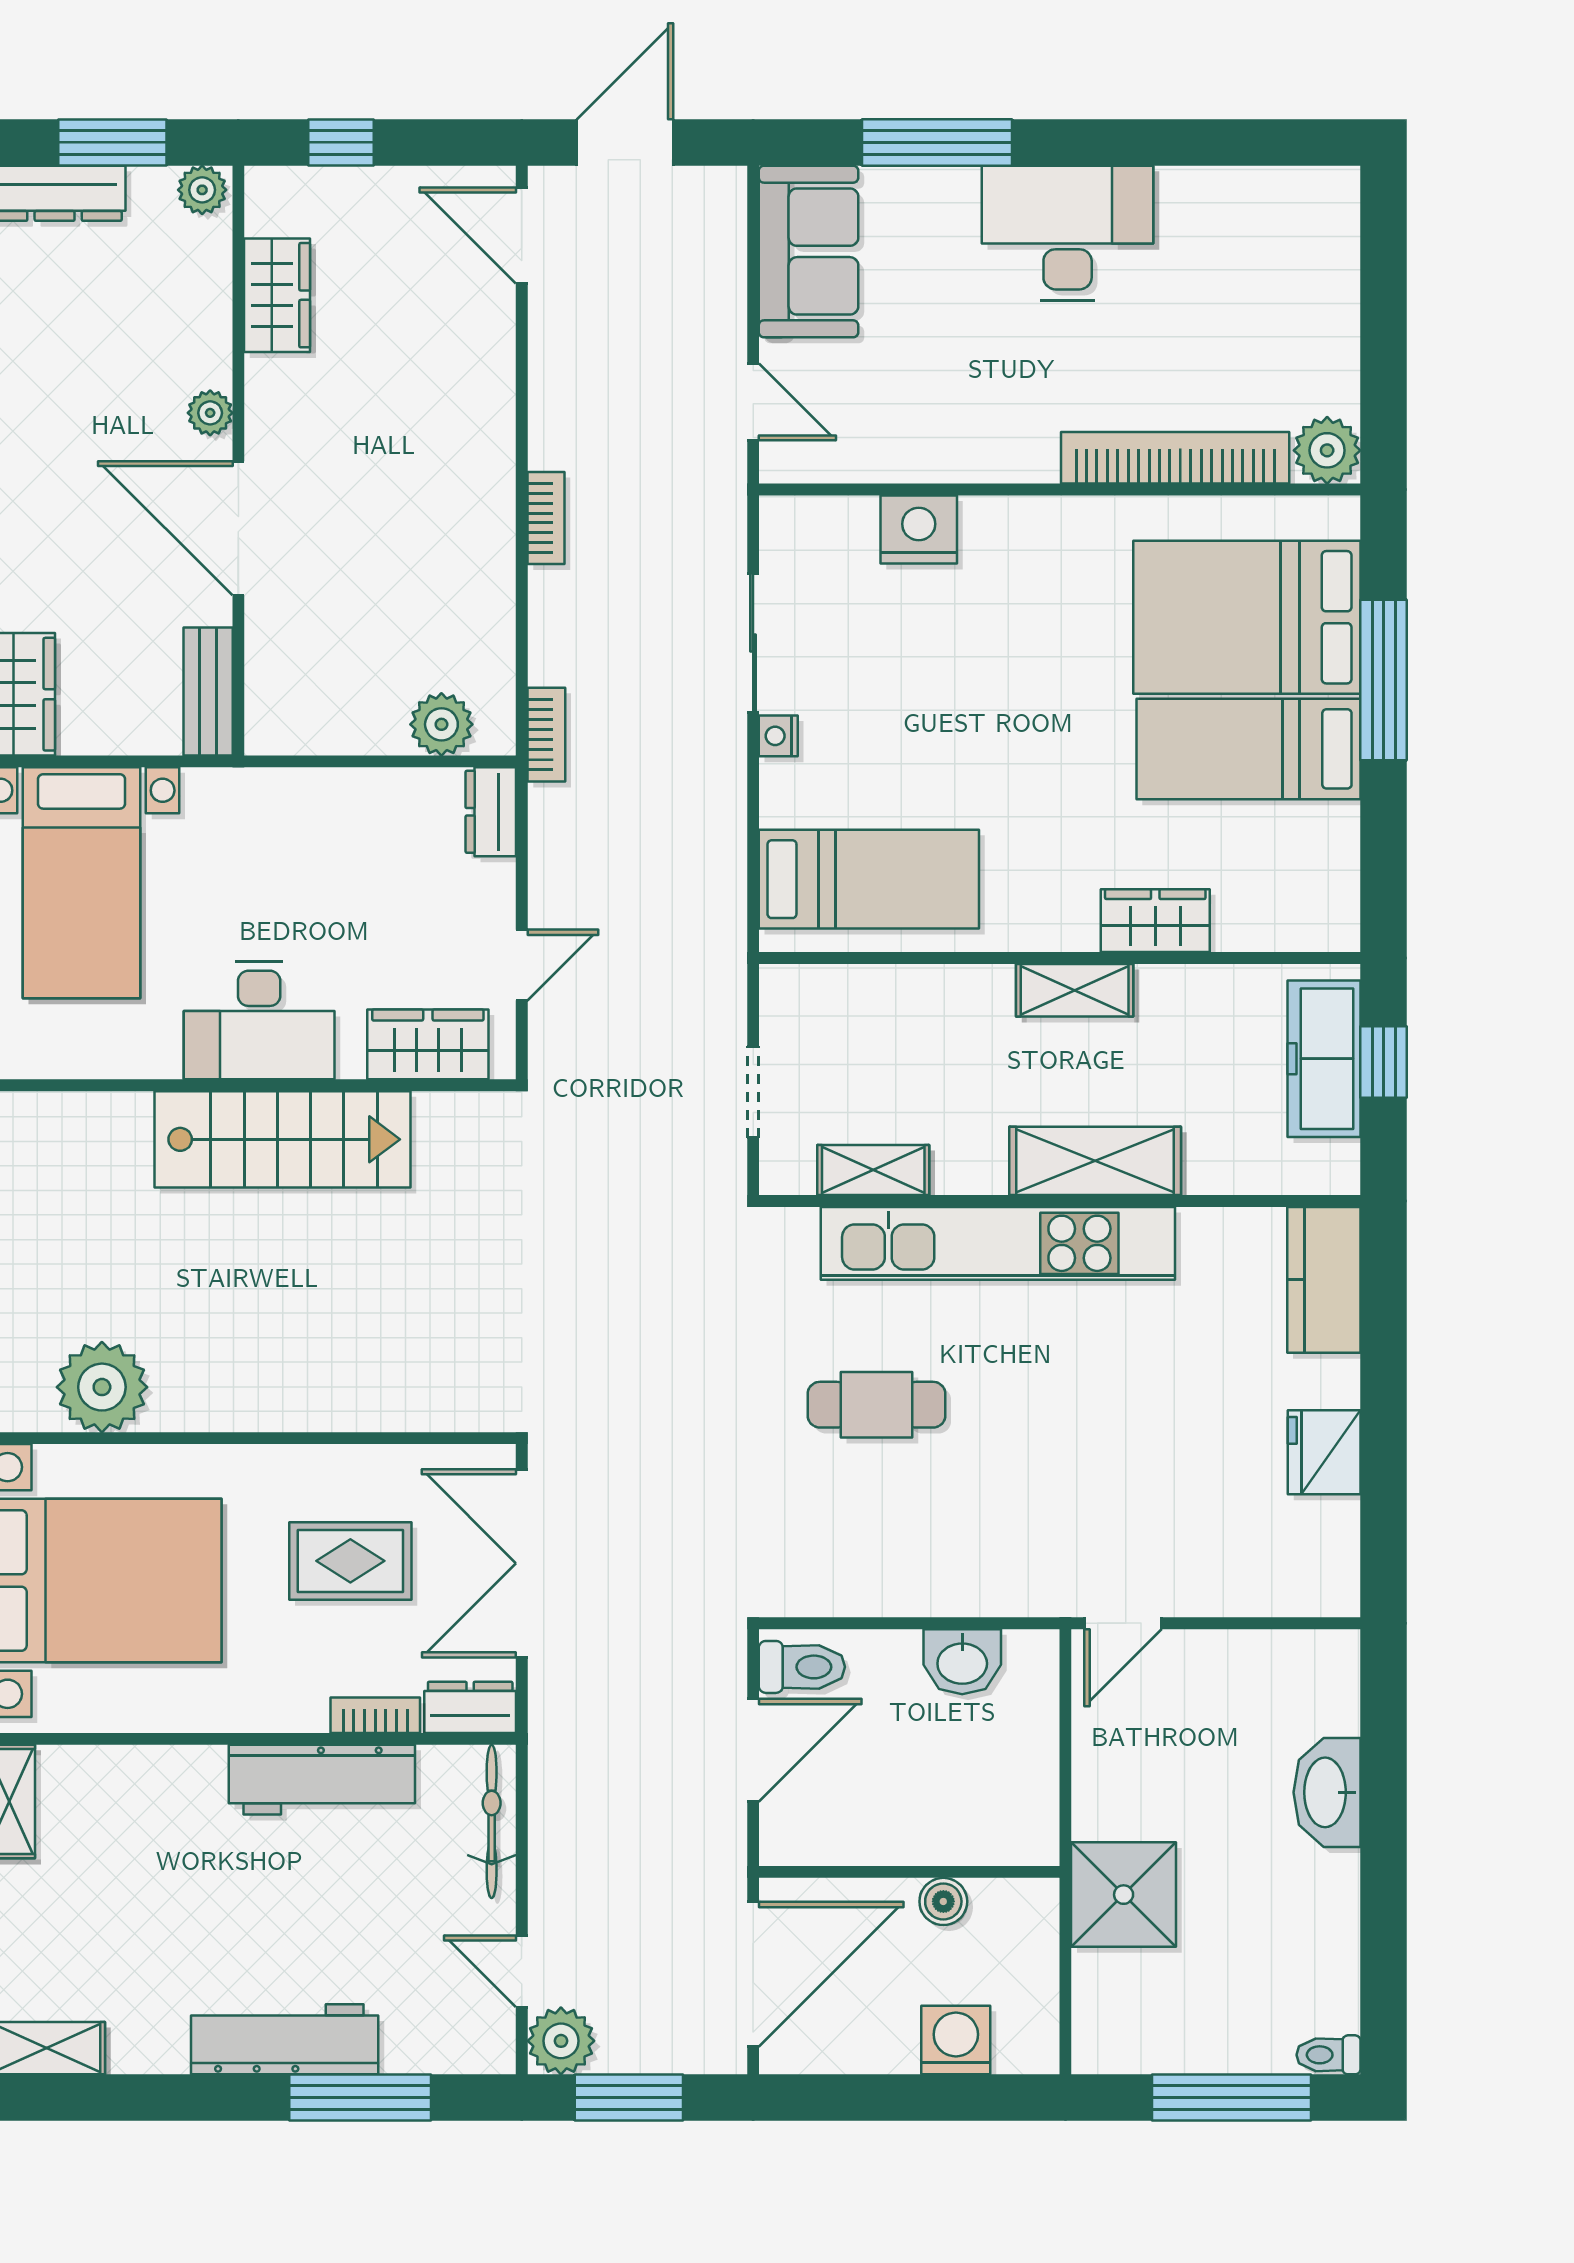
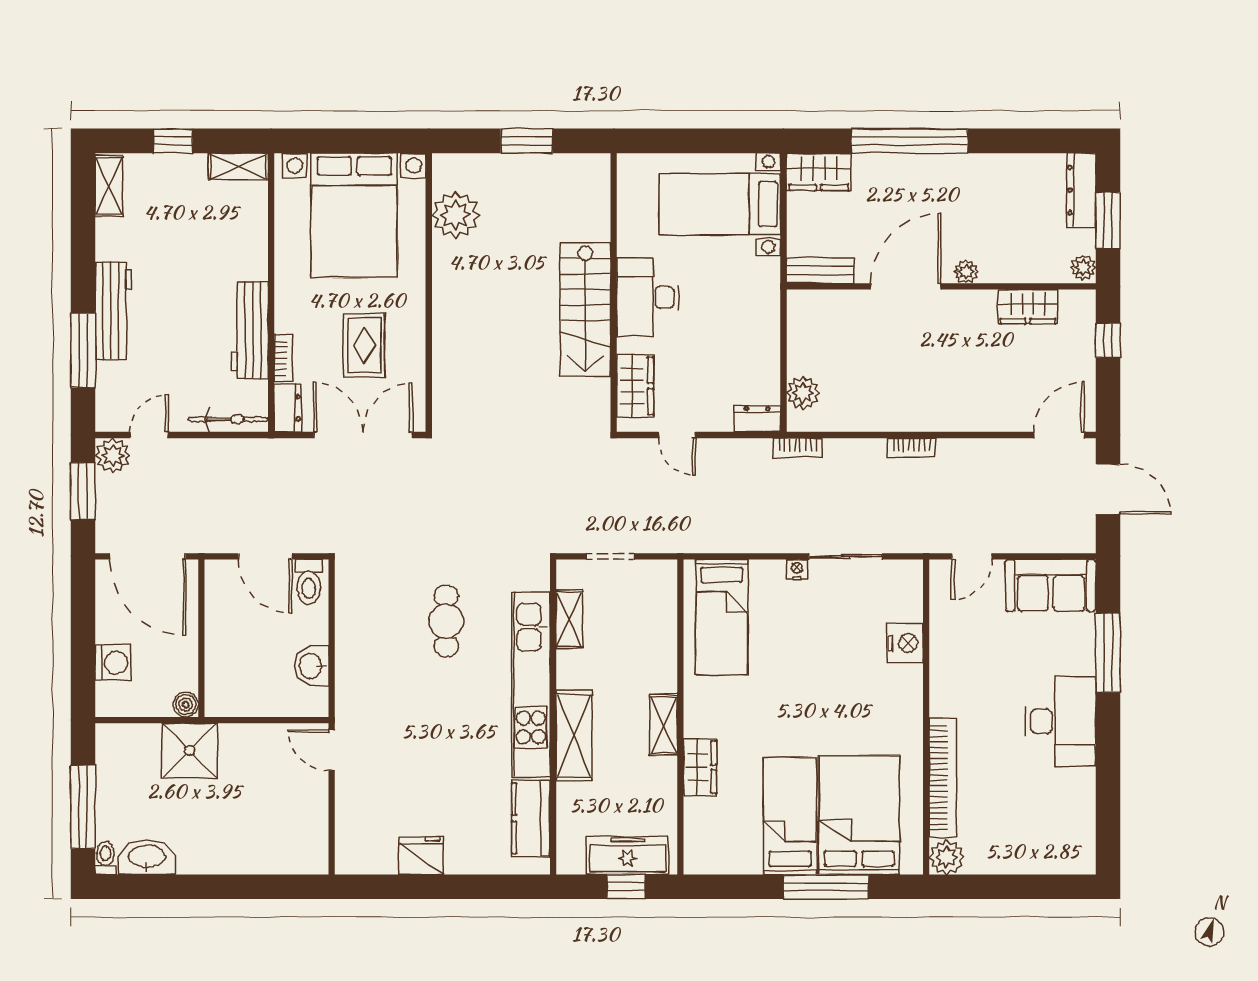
kitchen counter: (1324, 1280) -> (531, 818), moved, turned -90
washbasin: (1327, 1792) -> (147, 857), moved
boiler: (943, 1901) -> (186, 705), moved

